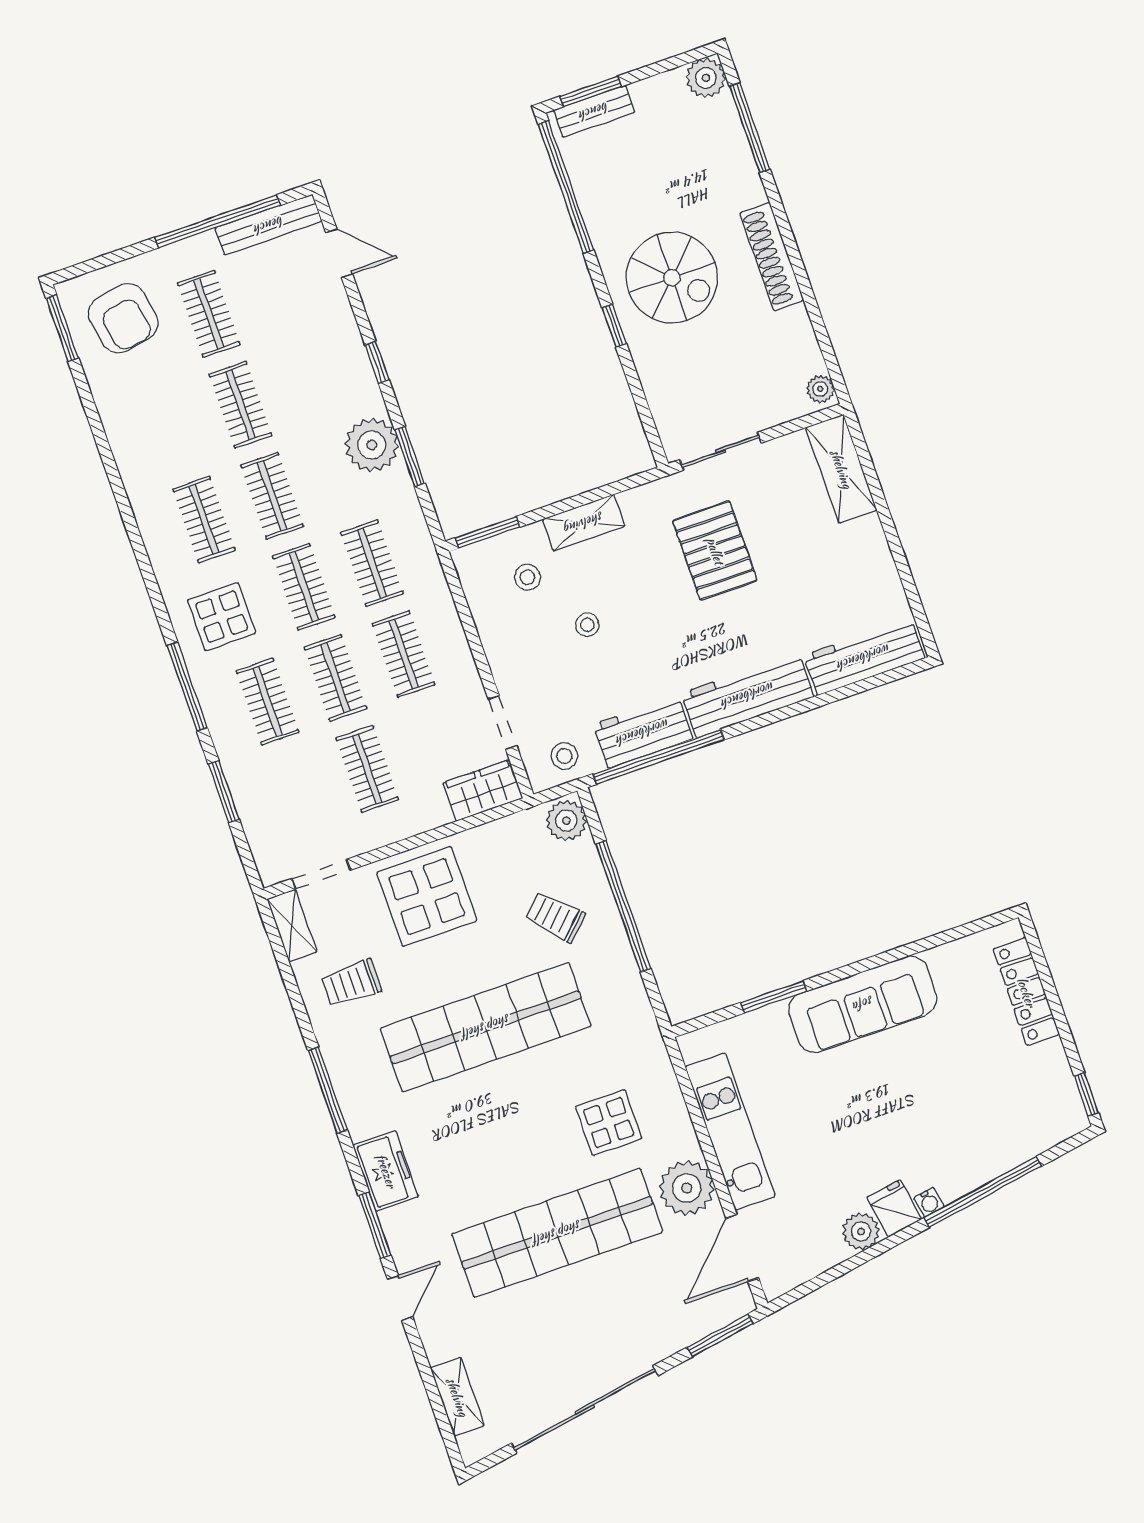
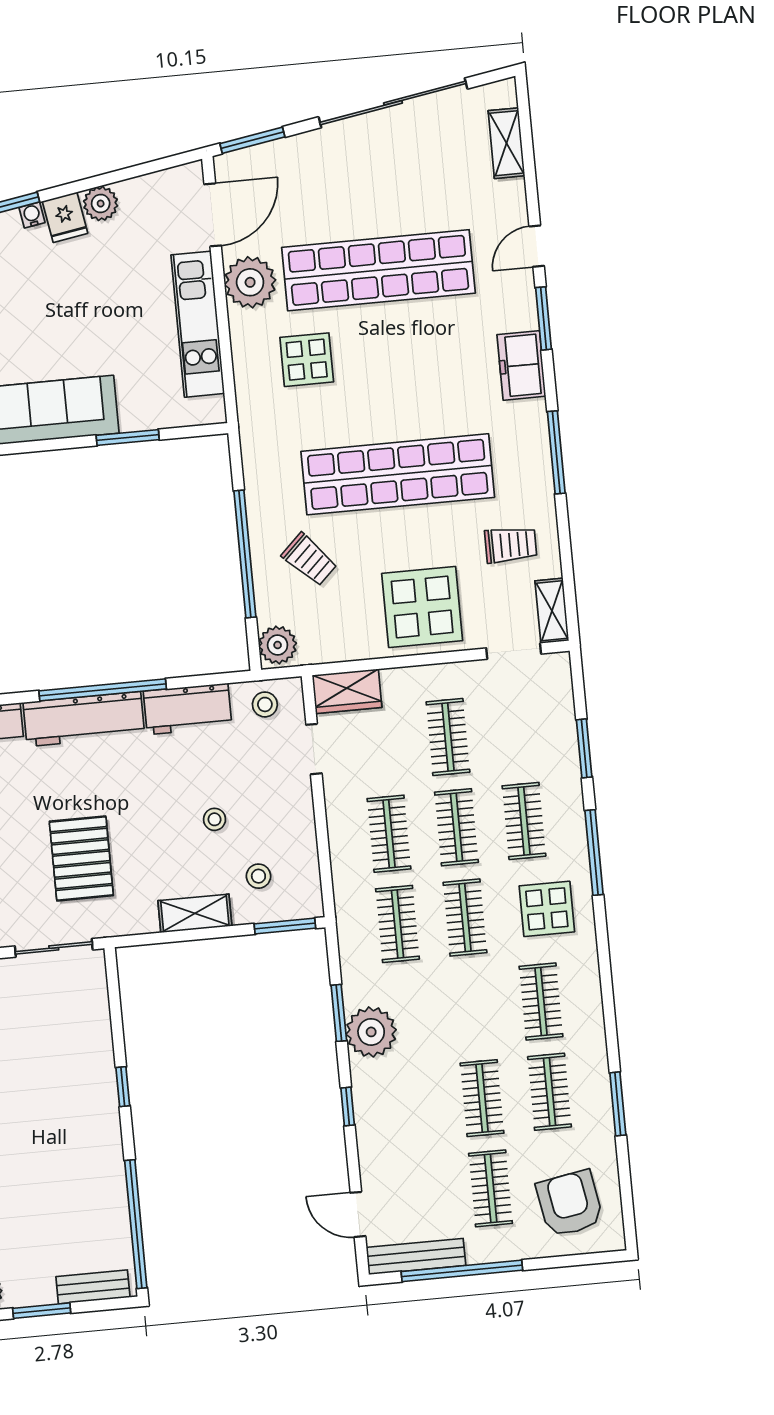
window: (591, 91) -> (42, 1311), moved
spiral stairs: (672, 278) -> (59, 1117), removed
window: (62, 328) -> (618, 1104), moved
clothes rail: (272, 496) -> (550, 1092), moved
window: (659, 757) -> (103, 690), moved

